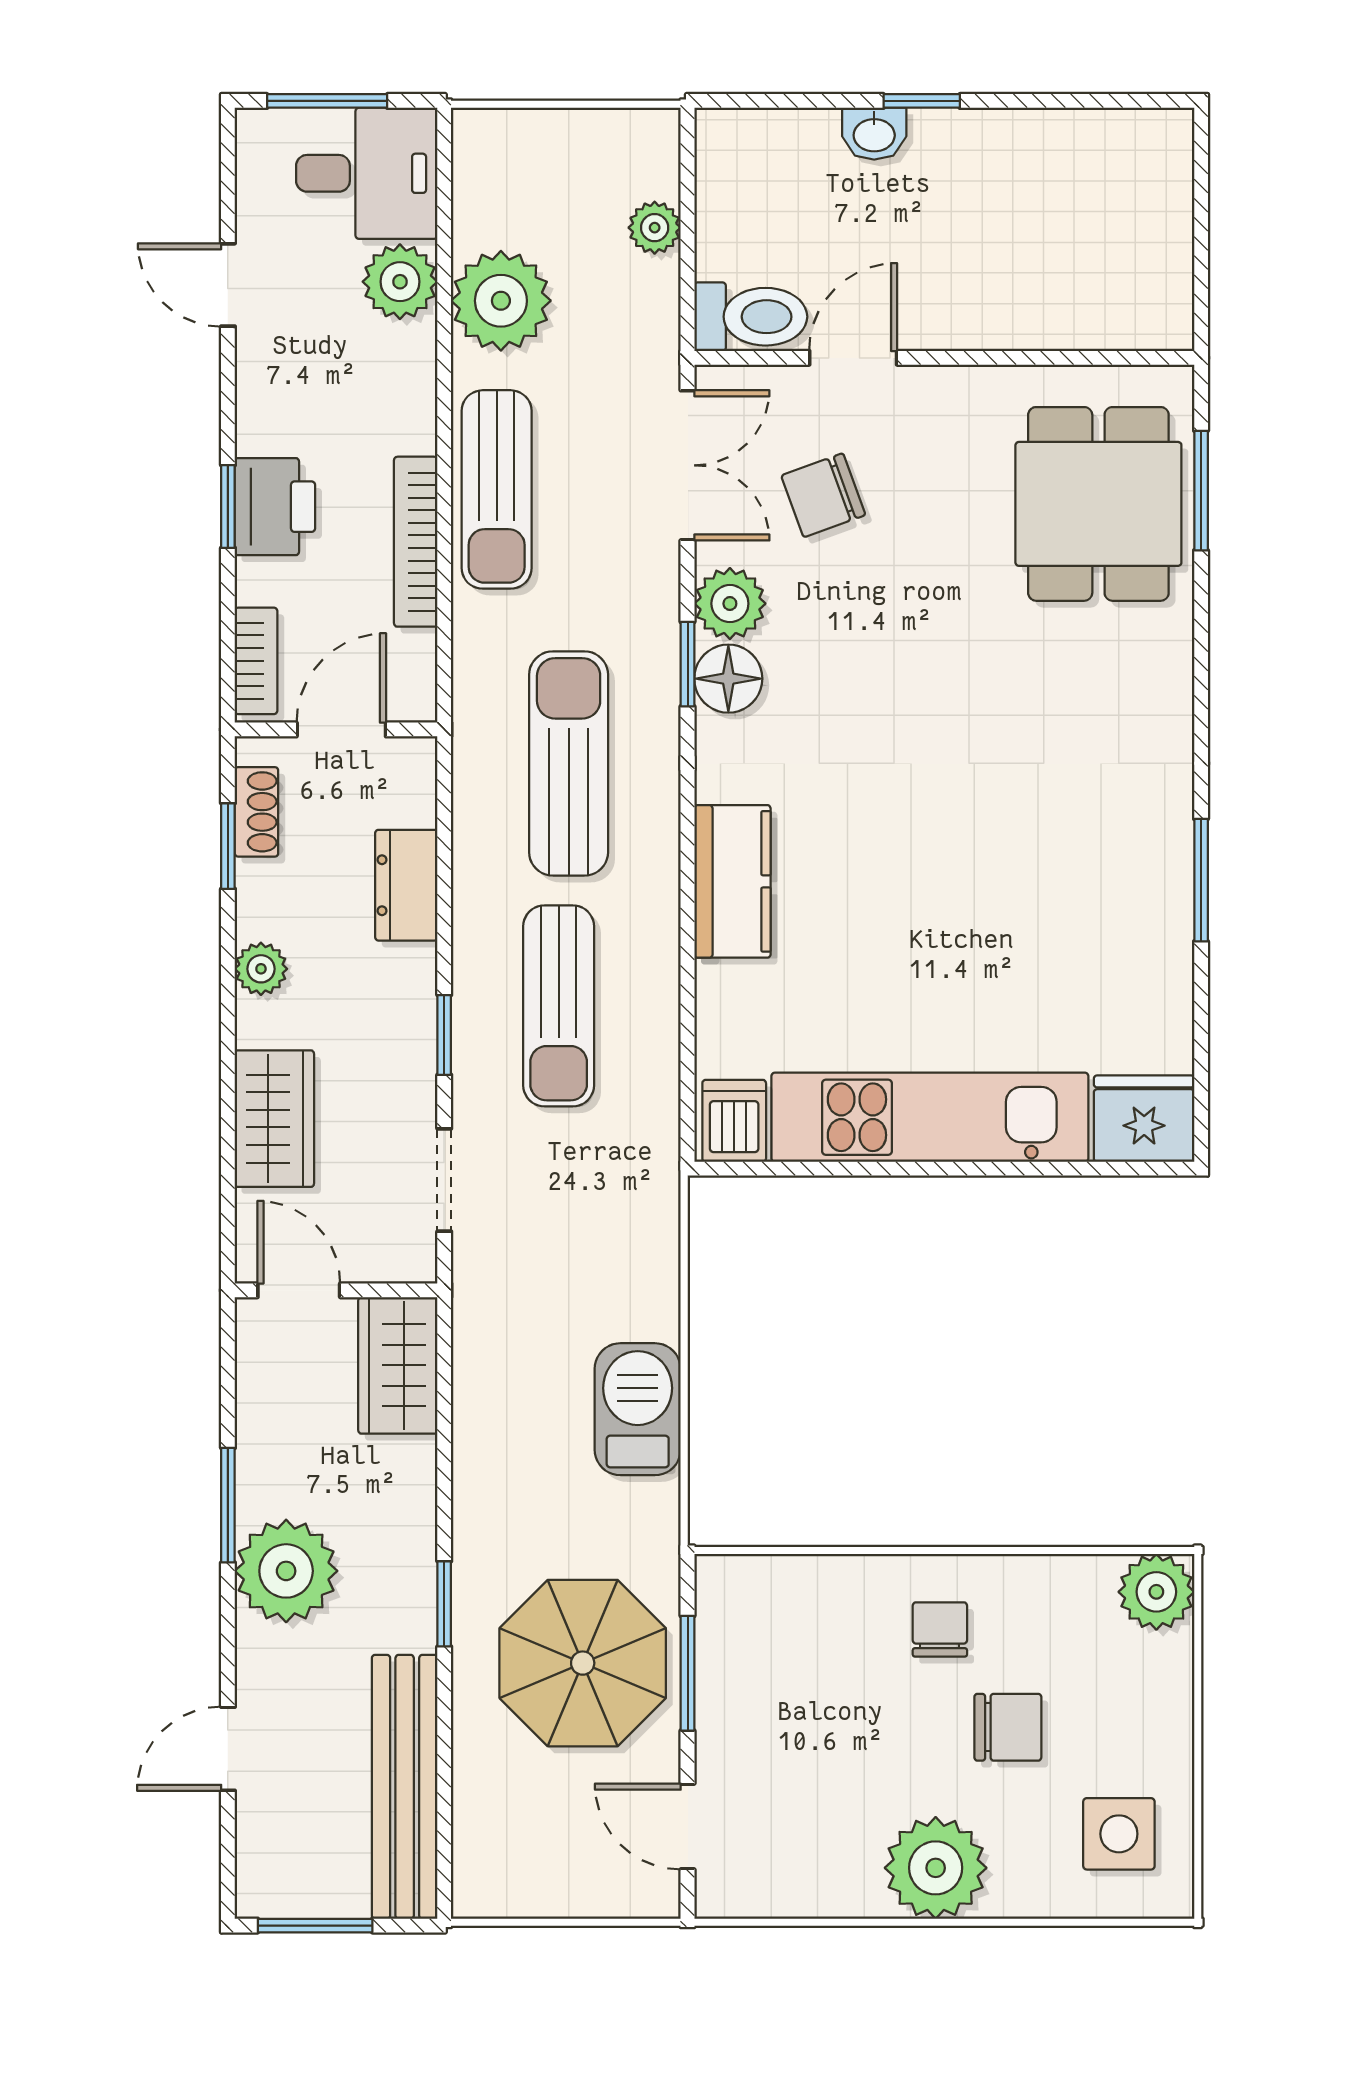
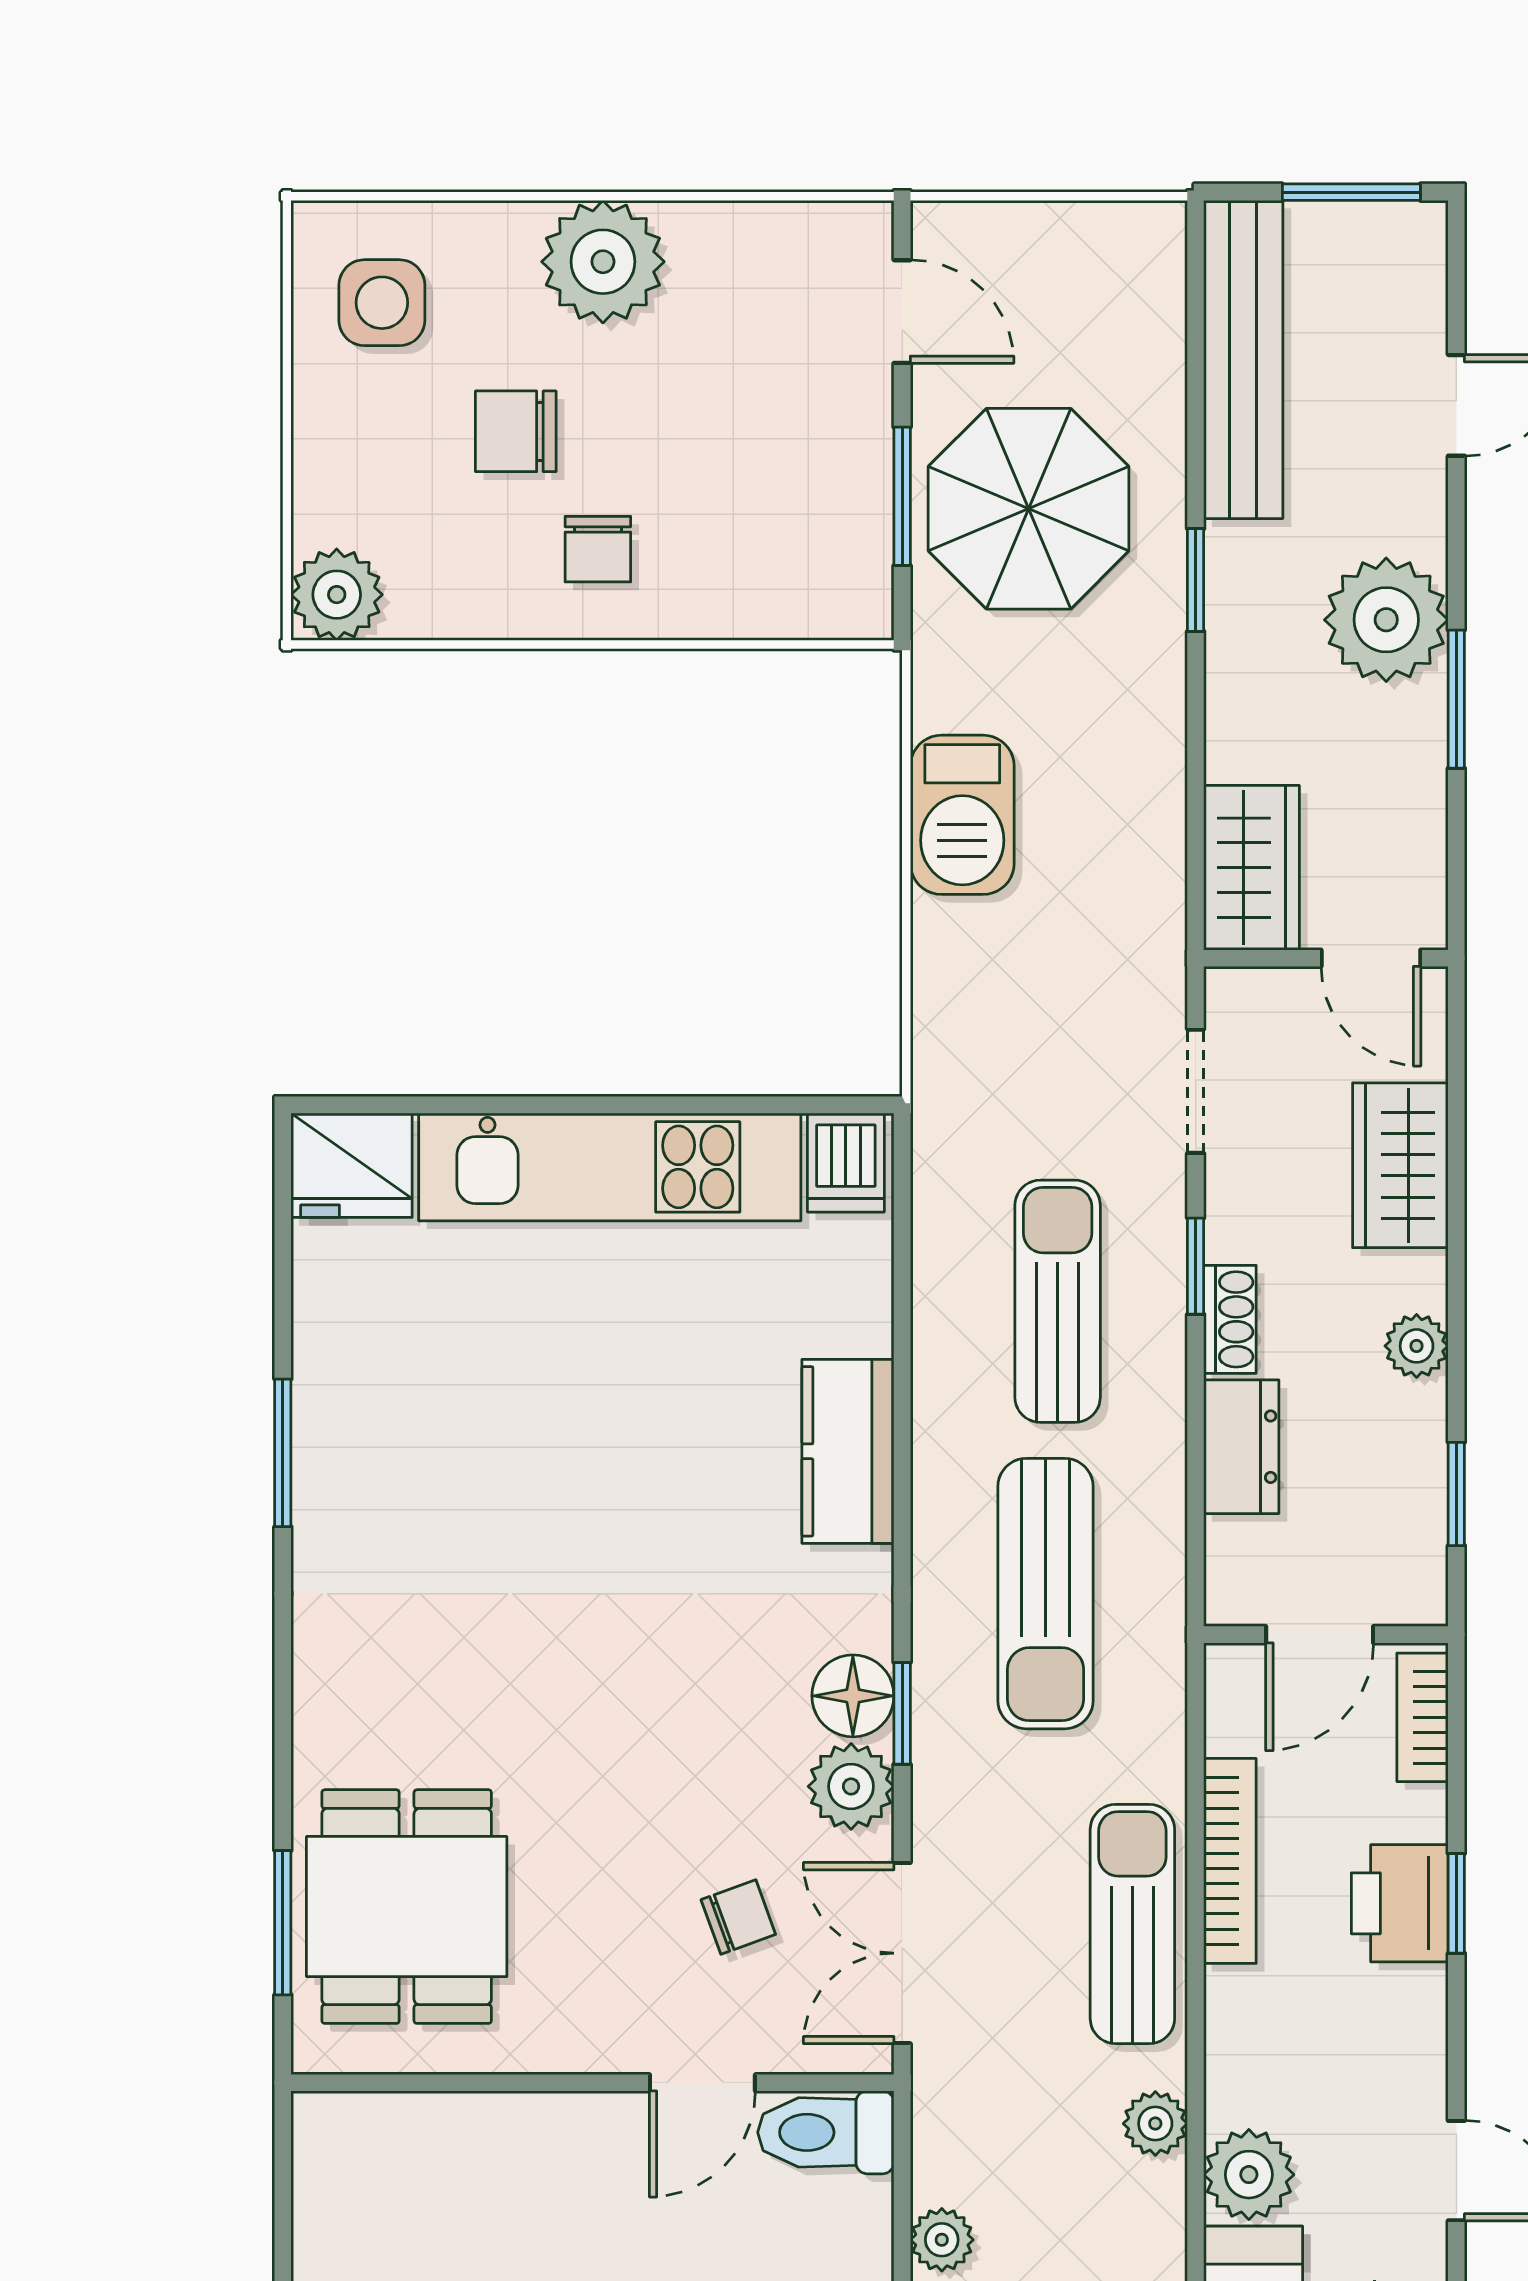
plant: (501, 301) -> (1155, 2124), width x0.53, depth x0.53
chair: (823, 495) -> (738, 1917), width x0.73, depth x0.73
shoe rack: (256, 812) -> (1230, 1319), moved, turned 180

